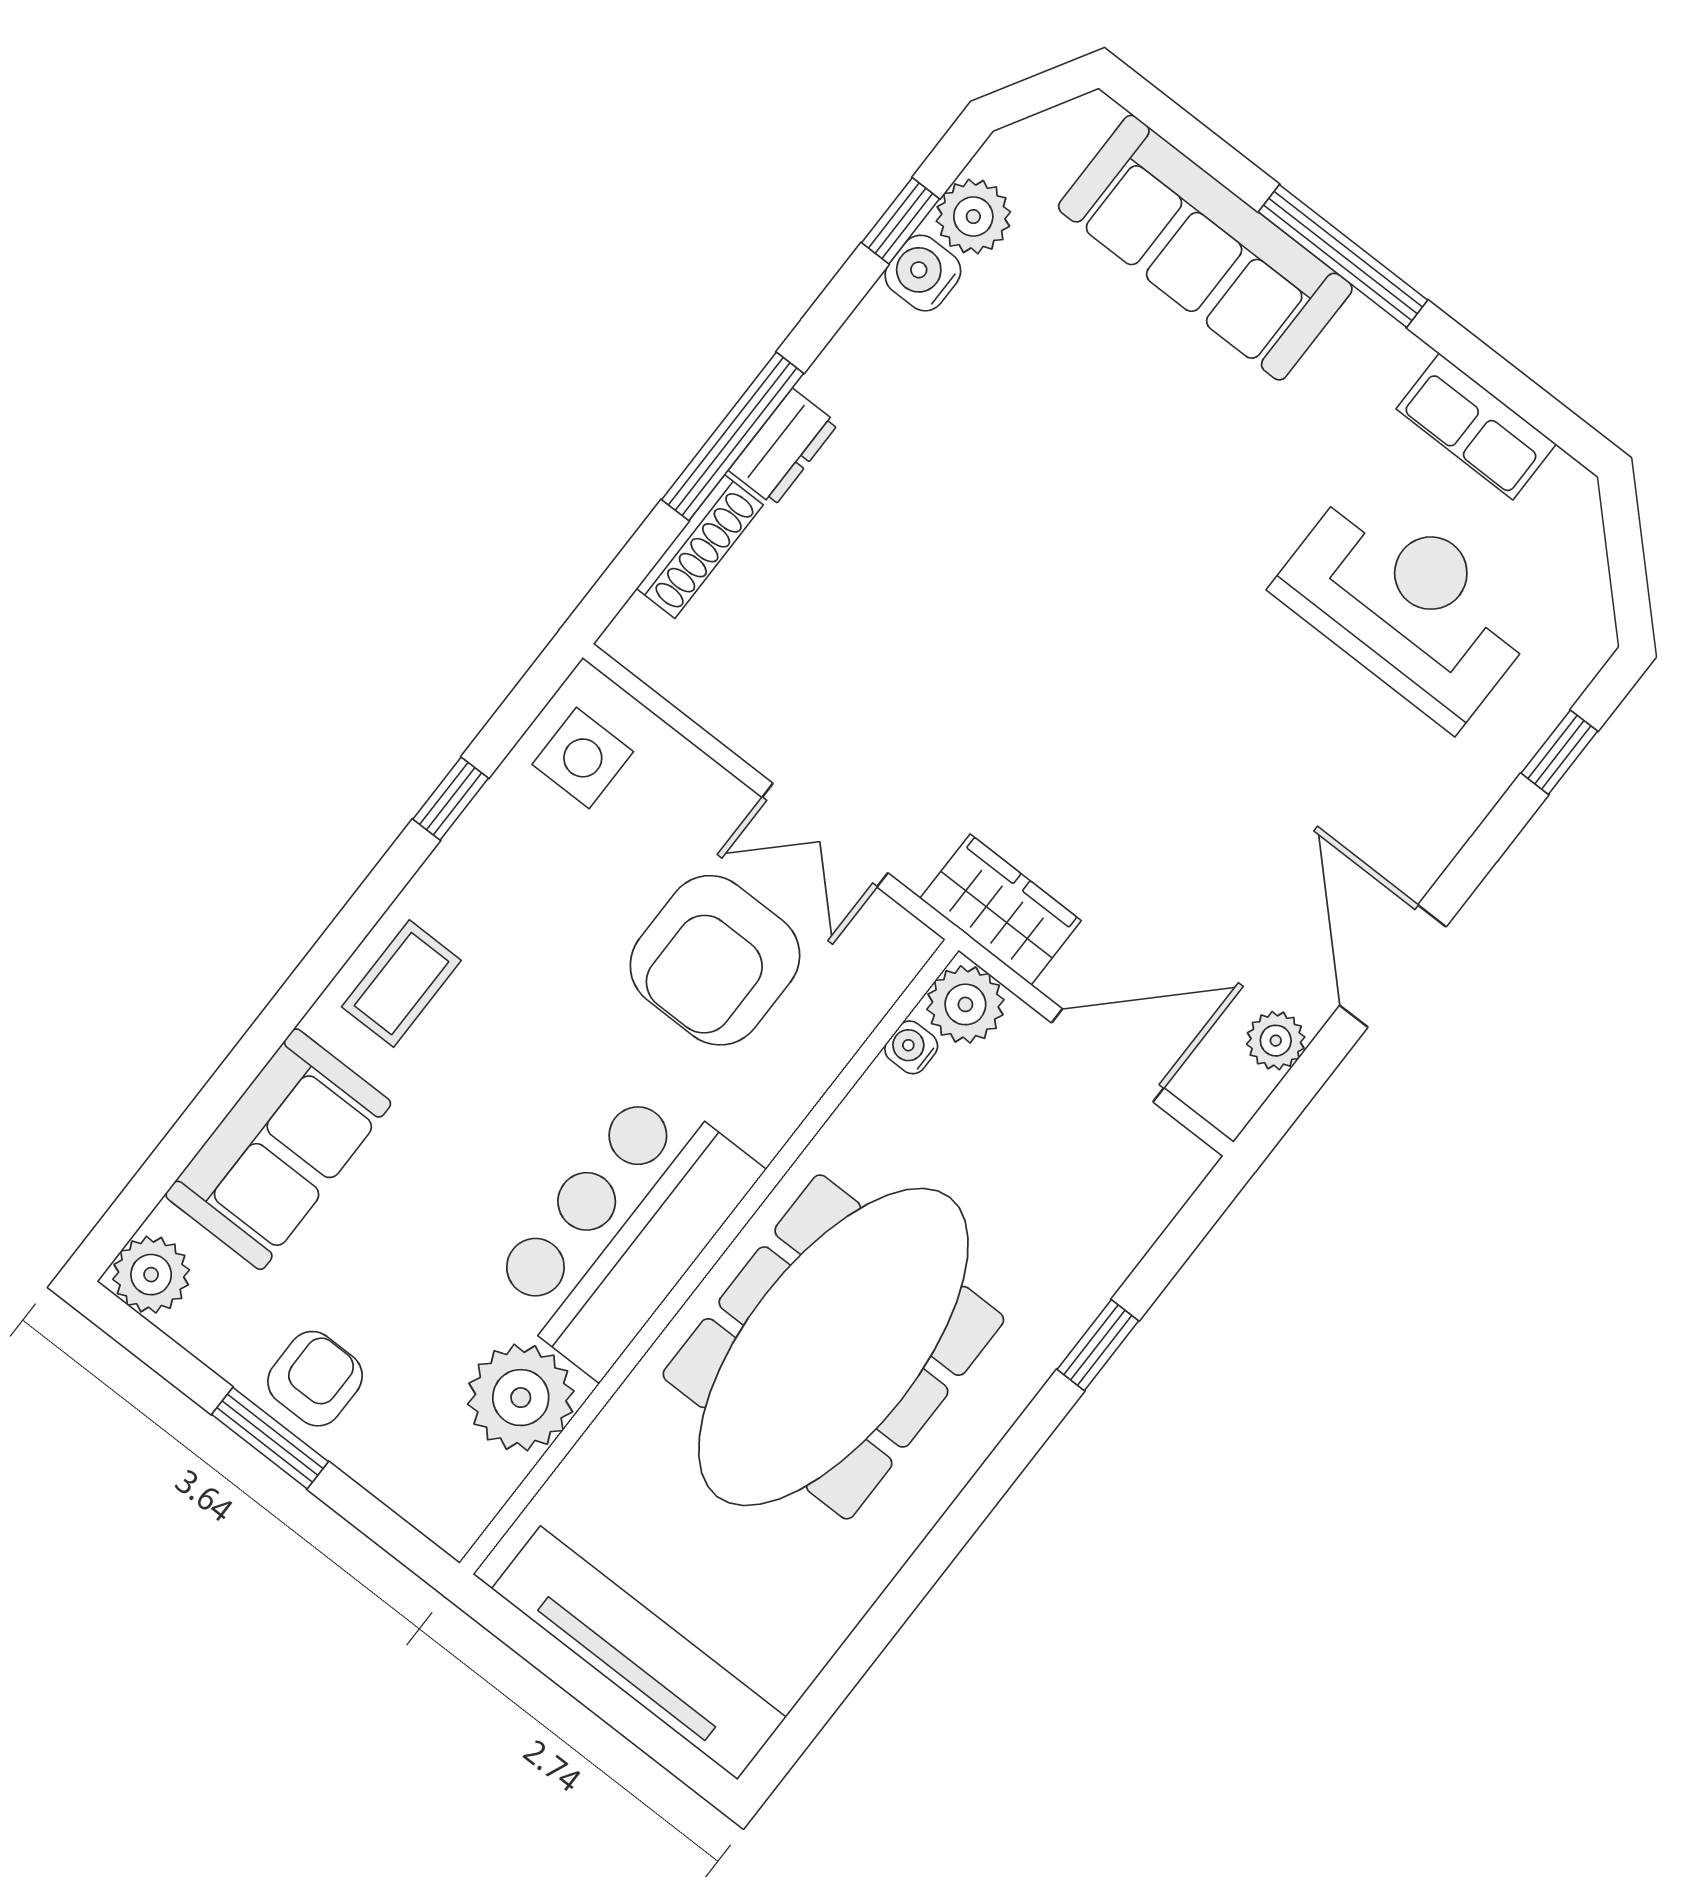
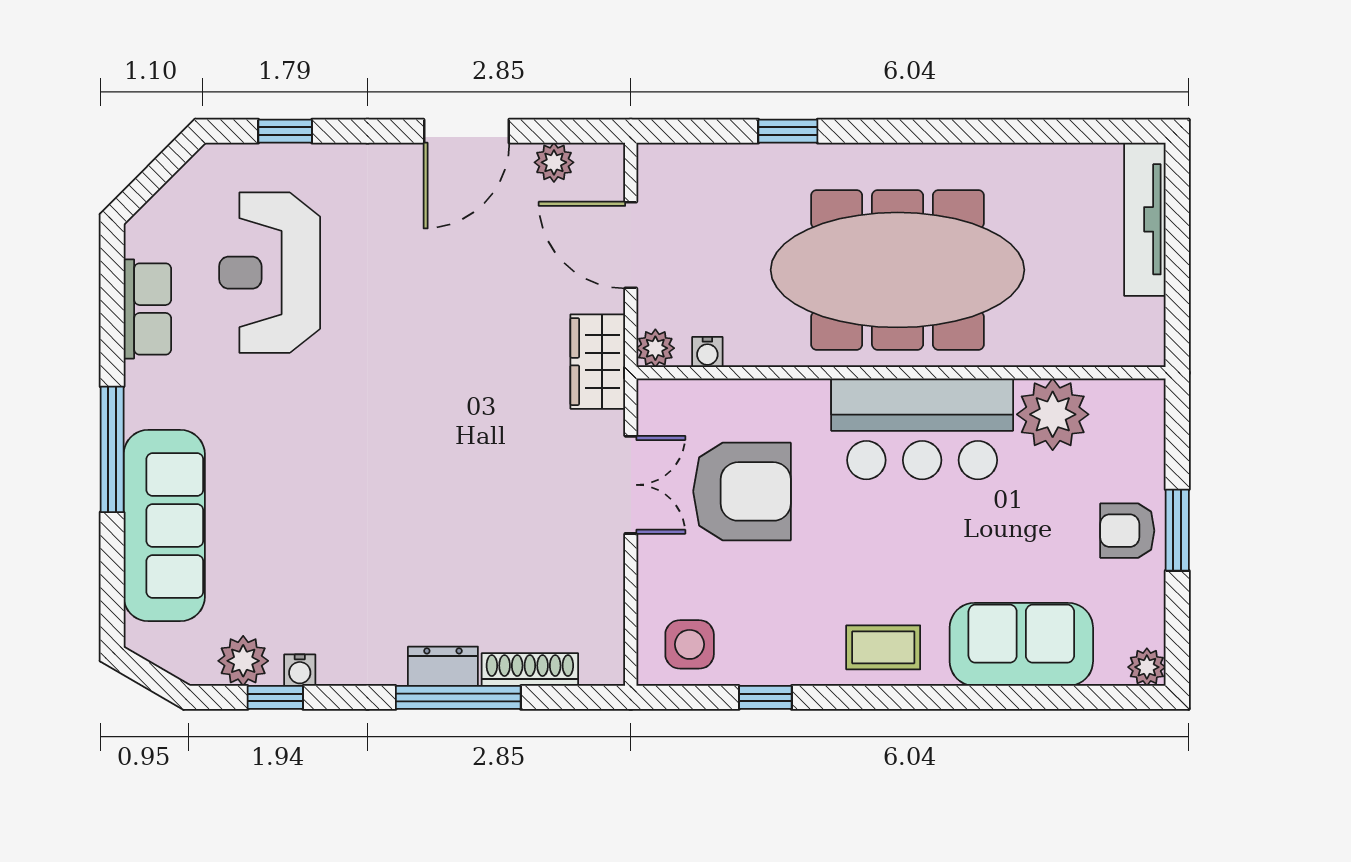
water cooler: (923, 273) -> (300, 670), width x0.72, depth x0.72
plant: (965, 1004) -> (655, 348), width x0.73, depth x0.73
plant: (151, 1275) -> (1147, 667), width x0.73, depth x0.73
tv unit: (639, 1653) -> (1145, 219), width x0.73, depth x0.78

